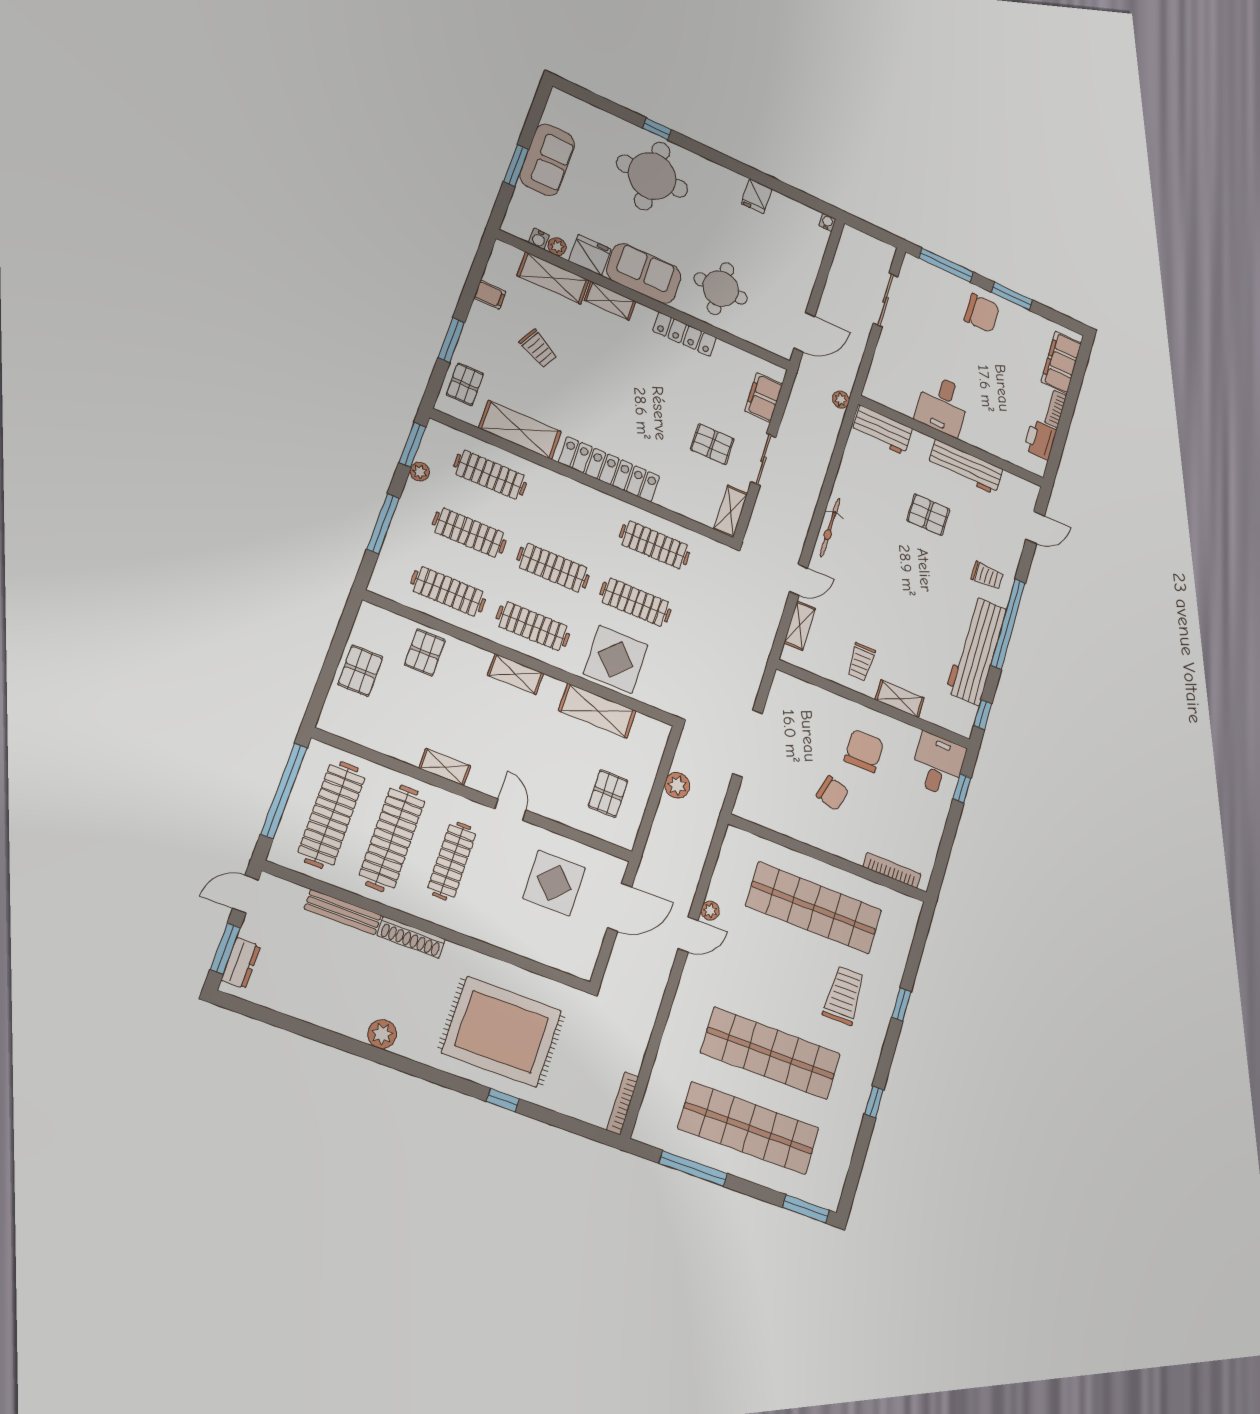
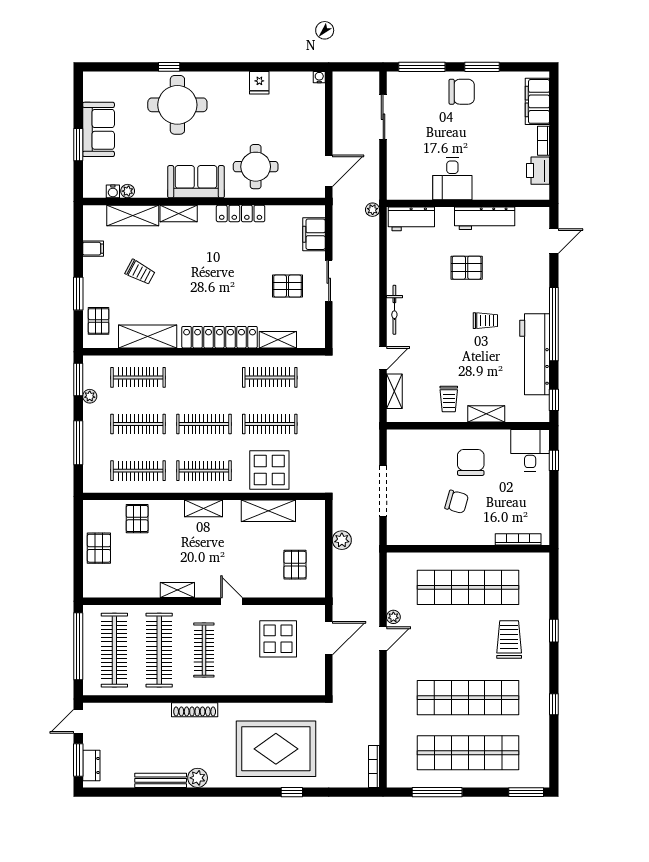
fridge: (590, 255) -> (153, 186), removed
shelving: (731, 511) -> (278, 340), moved, turned 90
trolley: (987, 576) -> (485, 321), moved
bench: (343, 912) -> (161, 780), moved

